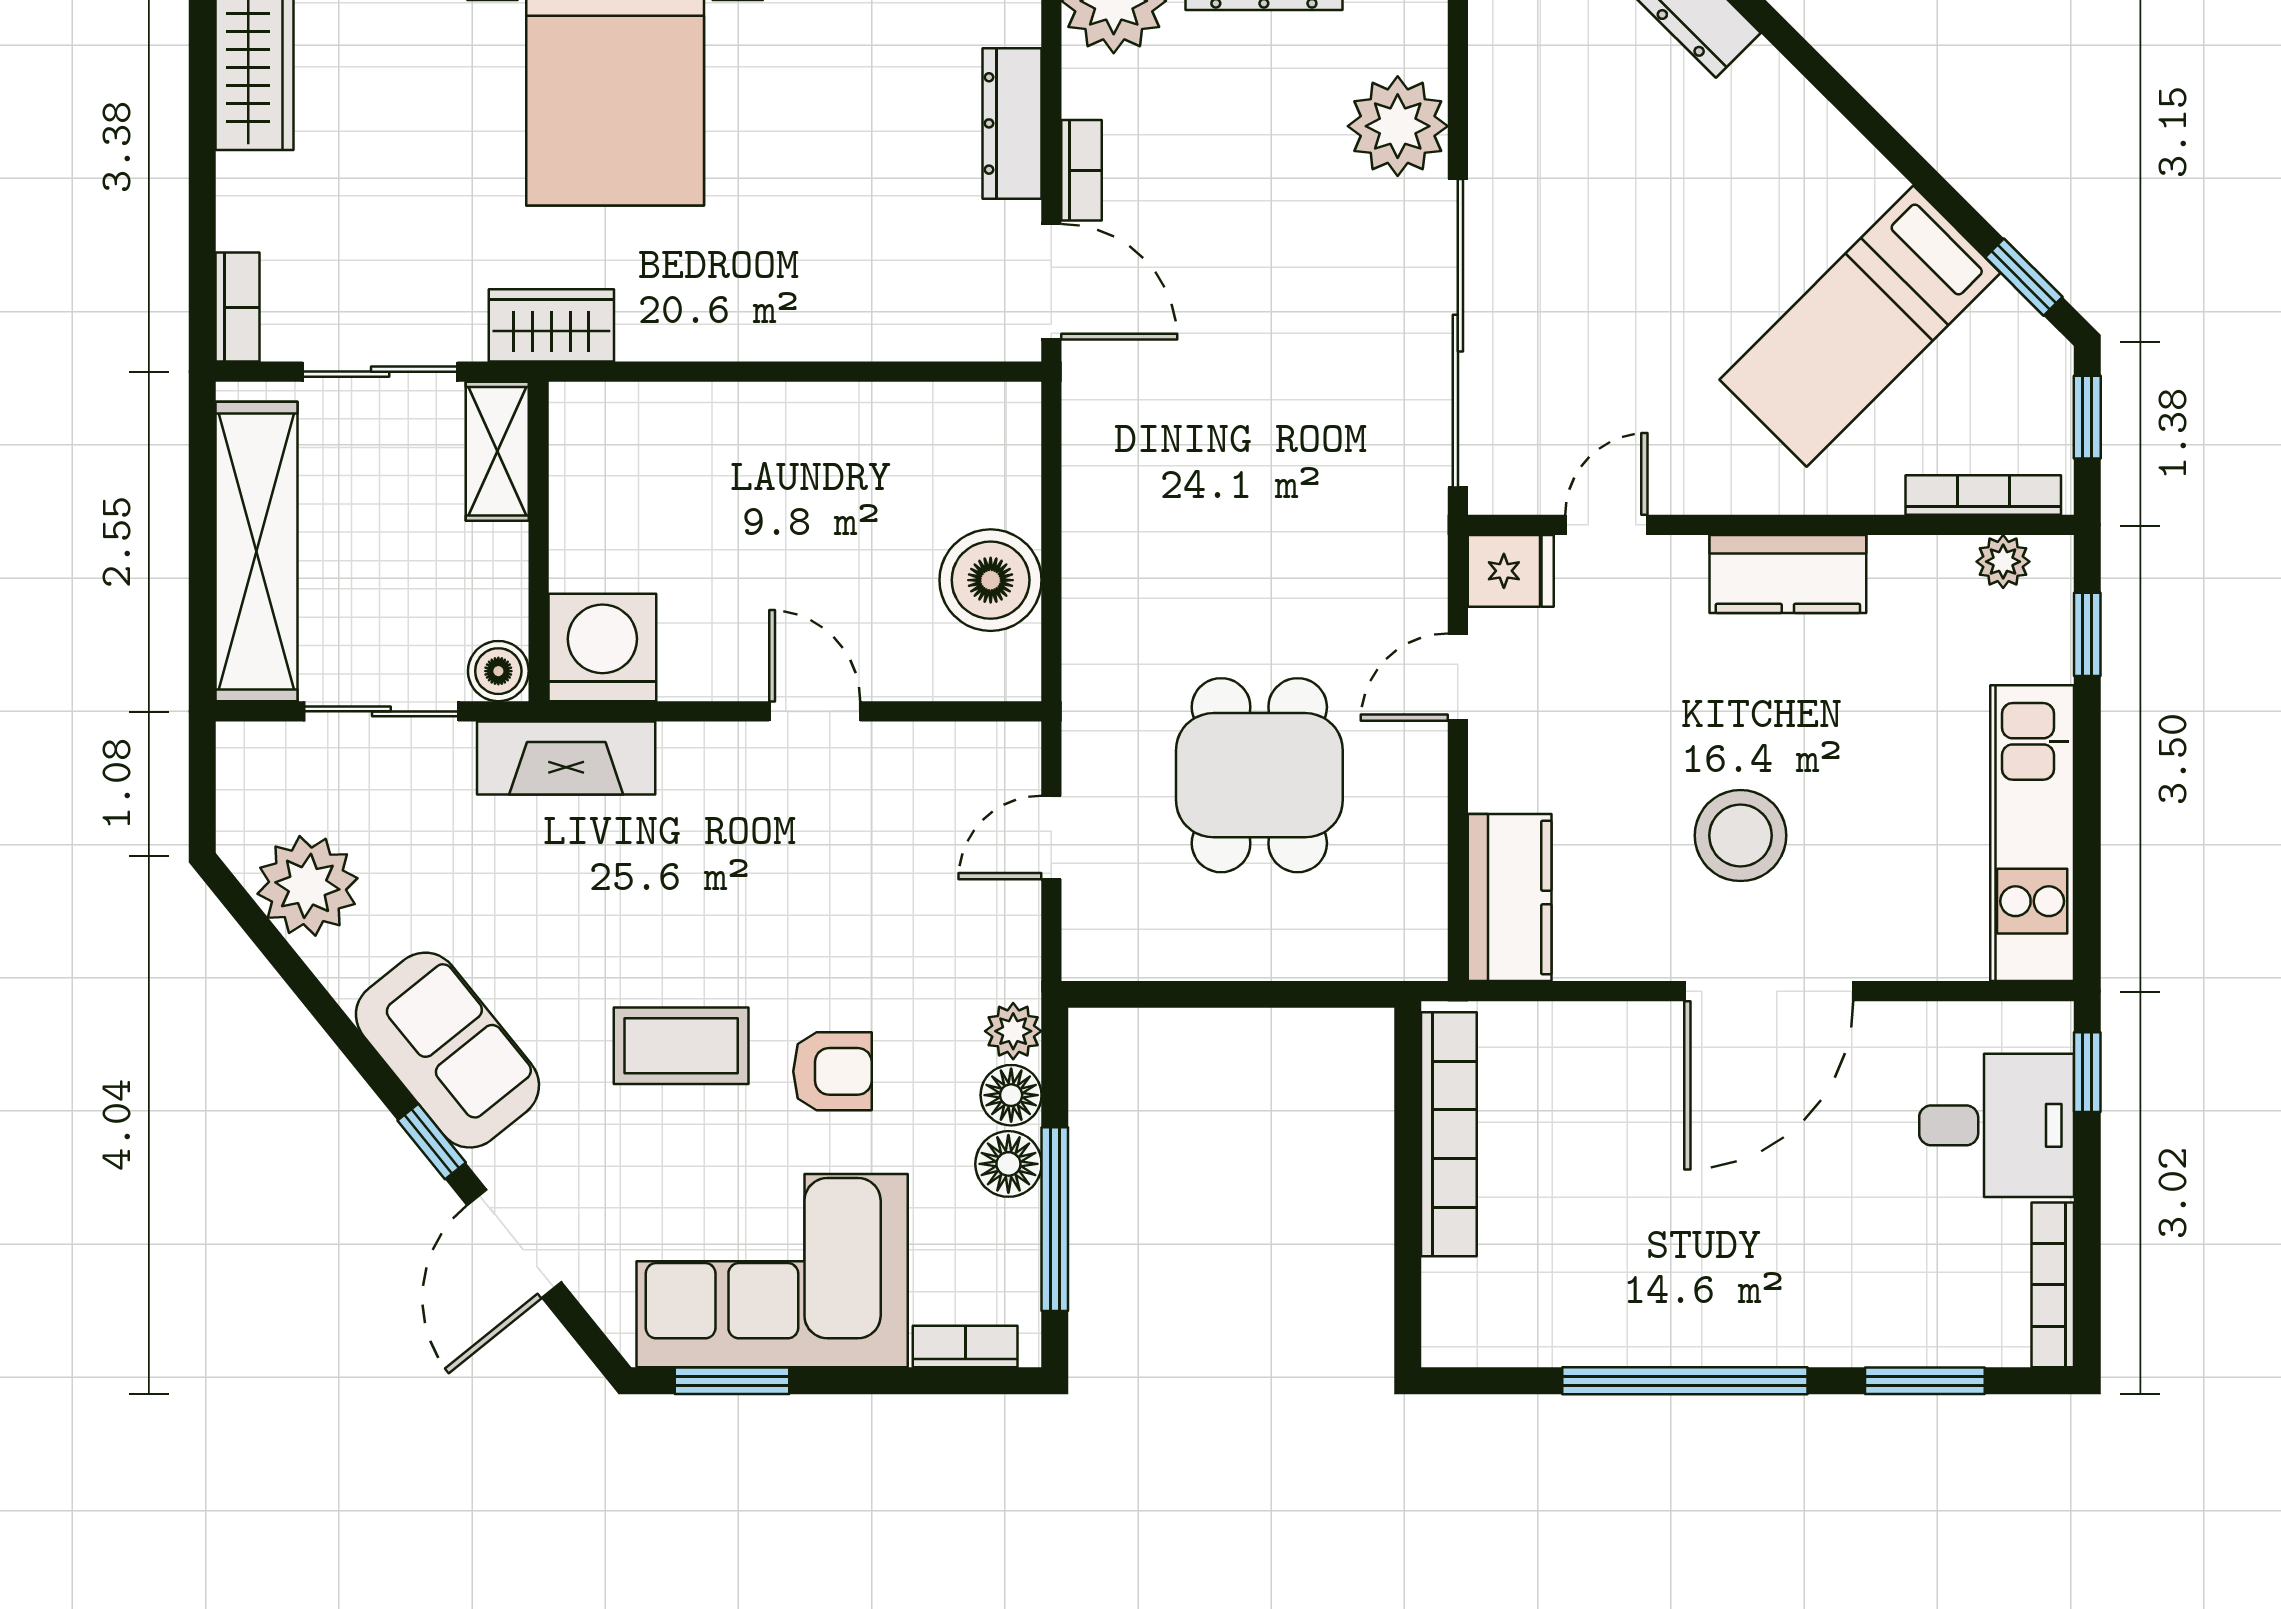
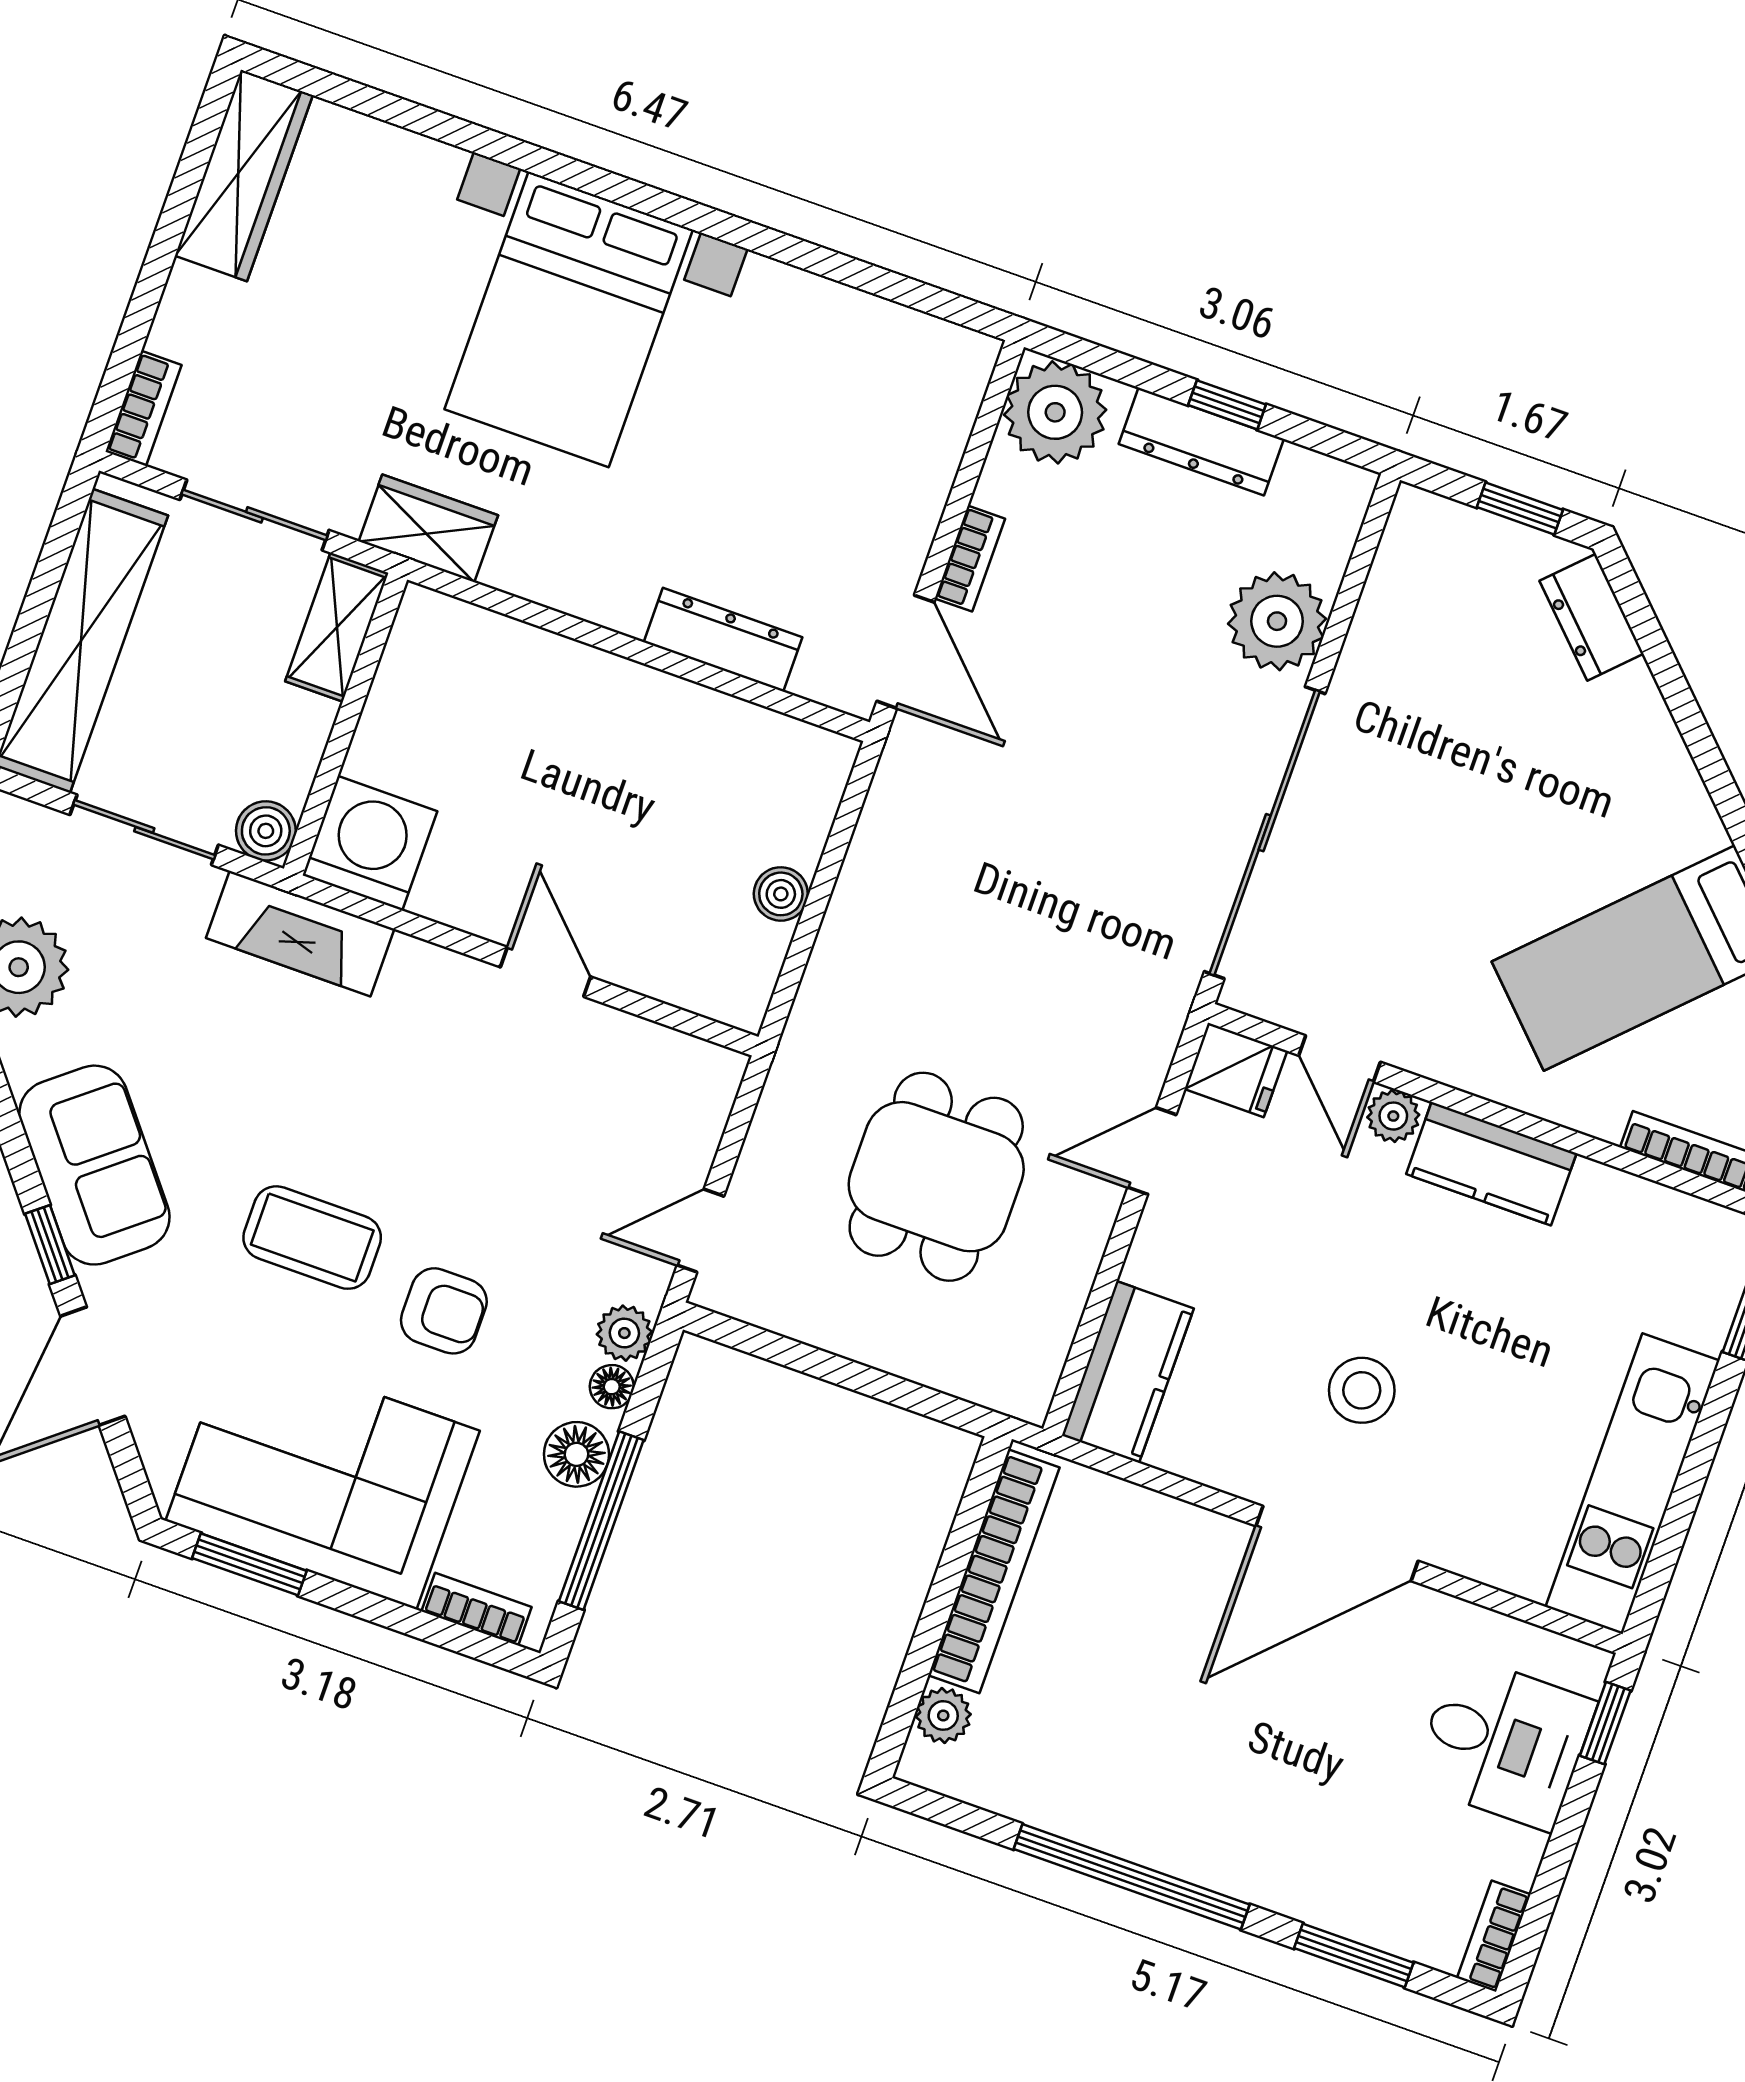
dresser: (1012, 123) -> (723, 640), moved, turned 90
door: (1606, 525) -> (1340, 1059), swing flipped
plant: (2003, 562) -> (1393, 1116), moved
boiler: (991, 580) -> (781, 894), width x0.54, depth x0.54
stool: (1740, 836) -> (1362, 1390), width x0.73, depth x0.73
door: (1051, 837) -> (700, 1231), moved
floor lamp: (1011, 1095) -> (612, 1387), width x0.73, depth x0.73
bookcase: (2053, 1285) -> (1494, 1936), width x0.64
plant: (1449, 1290) -> (943, 1715), added

